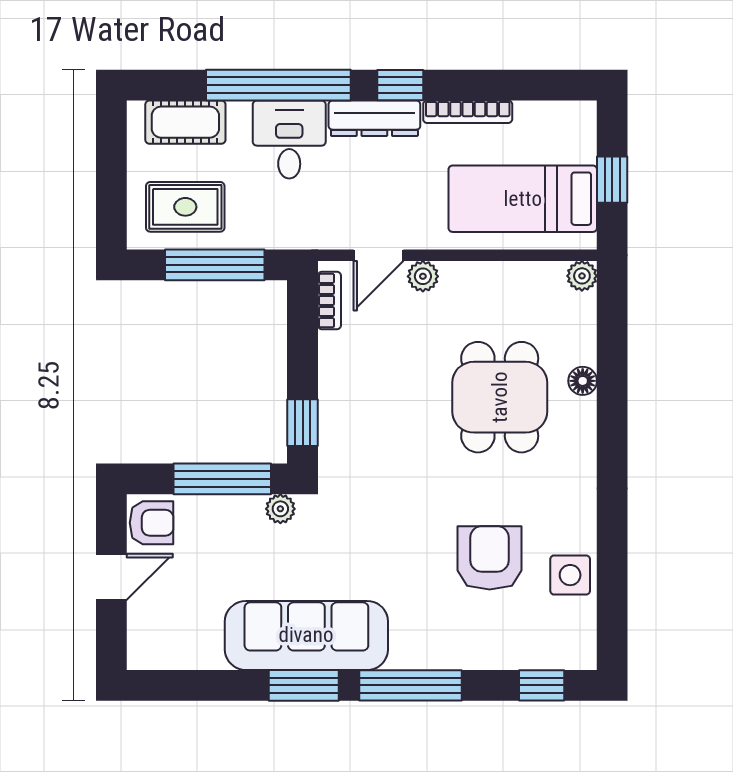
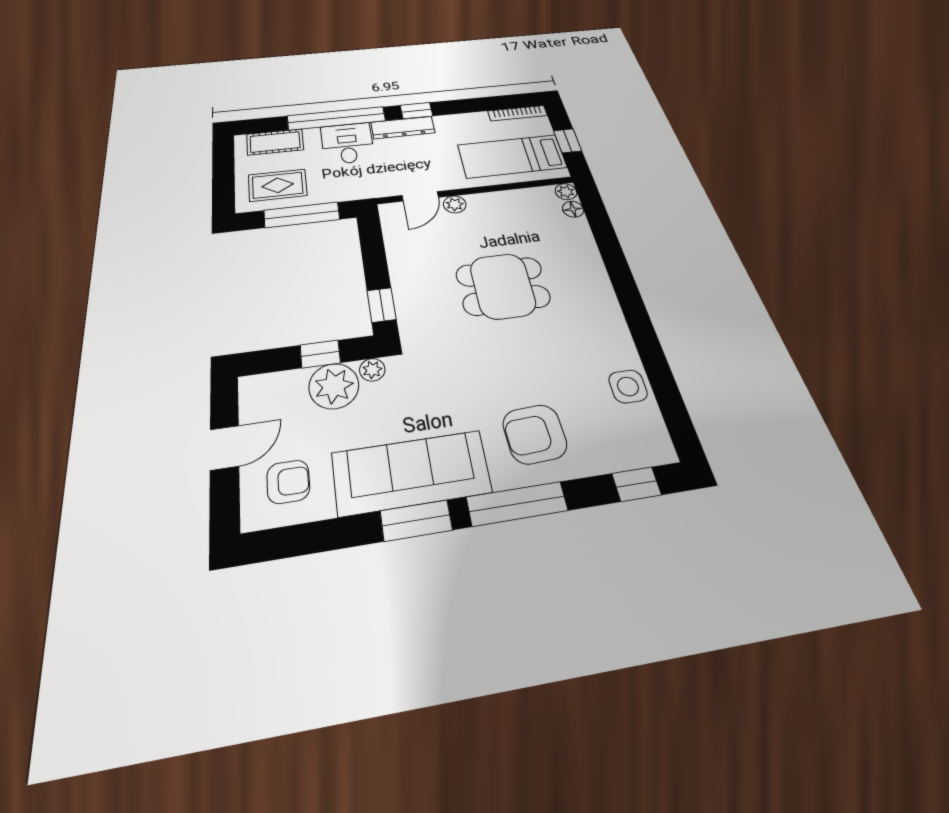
bookcase: (468, 112) -> (518, 113), moved
bookcase: (329, 301) -> (390, 226), removed
floor lamp: (583, 381) -> (573, 209), moved
dining table: (500, 397) -> (503, 286), moved, turned 90
window: (222, 479) -> (320, 354), width x0.46
plant: (234, 522) -> (334, 386), added
armchair: (151, 523) -> (288, 482), moved
armchair: (490, 558) -> (535, 434), moved, turned -93

